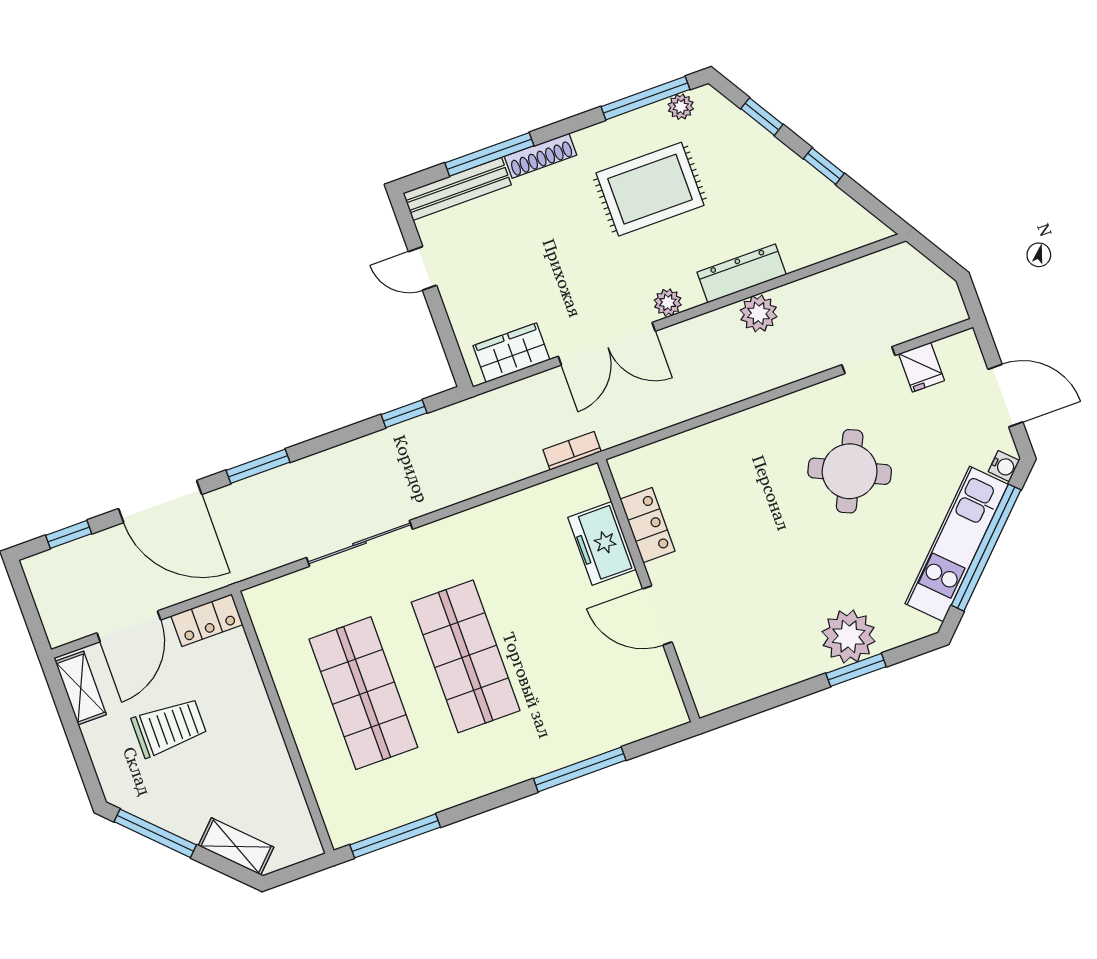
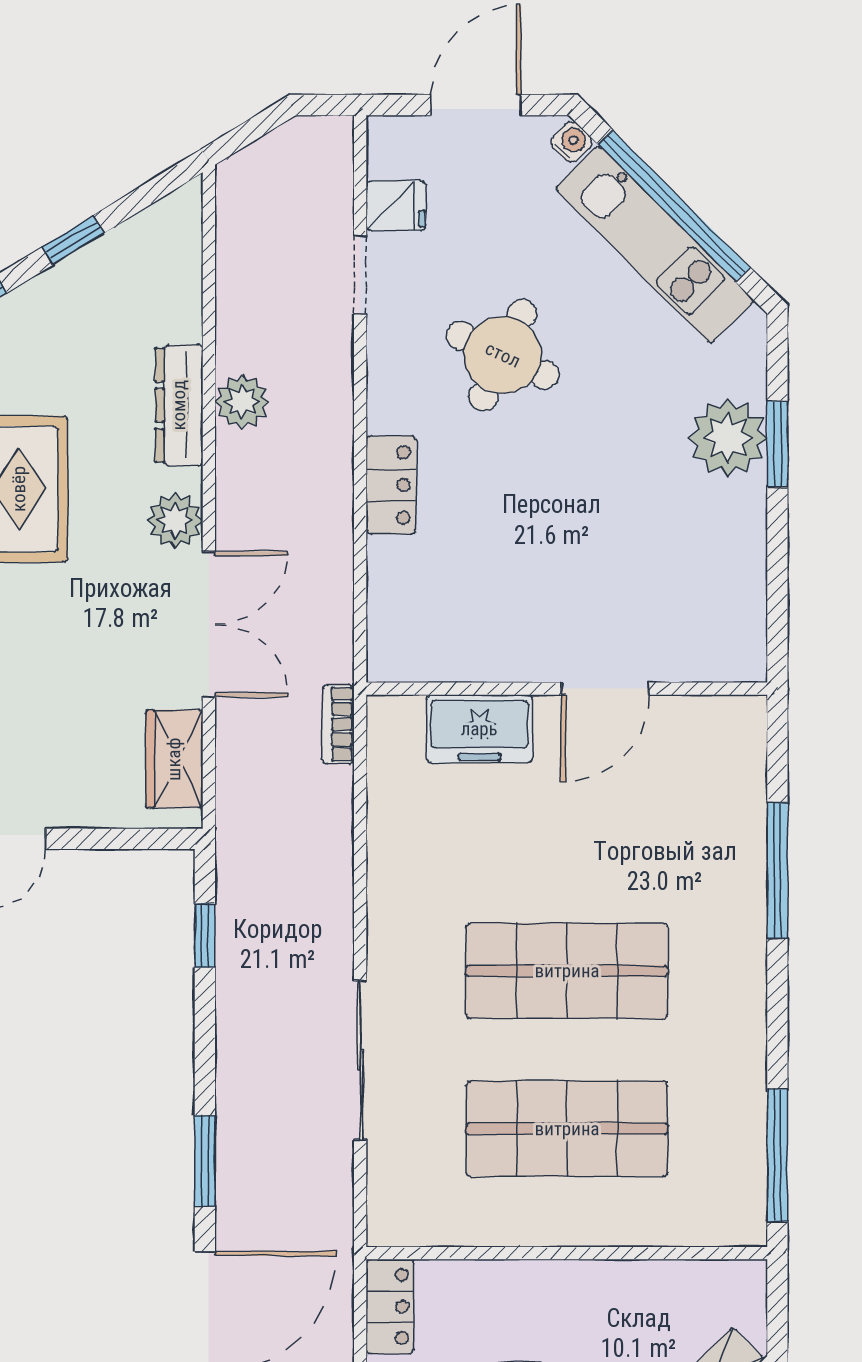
plant: (668, 302) -> (175, 521), width x1.38, depth x1.38
locker: (647, 525) -> (391, 485), moved, turned 90

